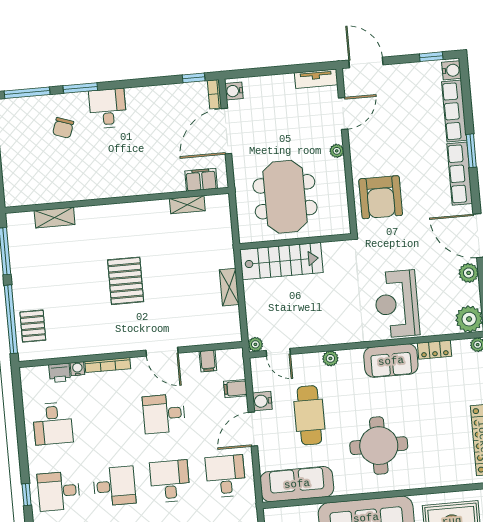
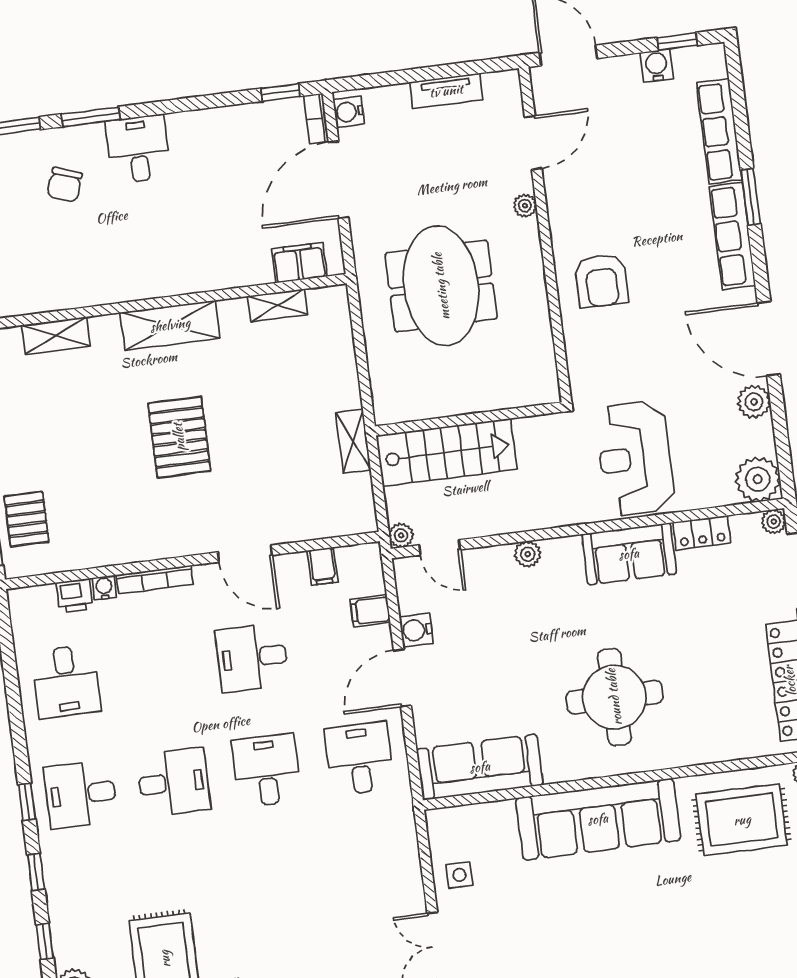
water cooler: (451, 70) -> (657, 66), moved, turned -90
tv unit: (316, 79) -> (446, 91), moved
armchair: (381, 197) -> (602, 281), width x0.73, depth x0.73
shelving: (123, 214) -> (170, 325), added
wall: (295, 242) -> (469, 419), moved
stairs: (281, 261) -> (447, 452), moved
cafe table: (309, 415) -> (496, 651), removed

